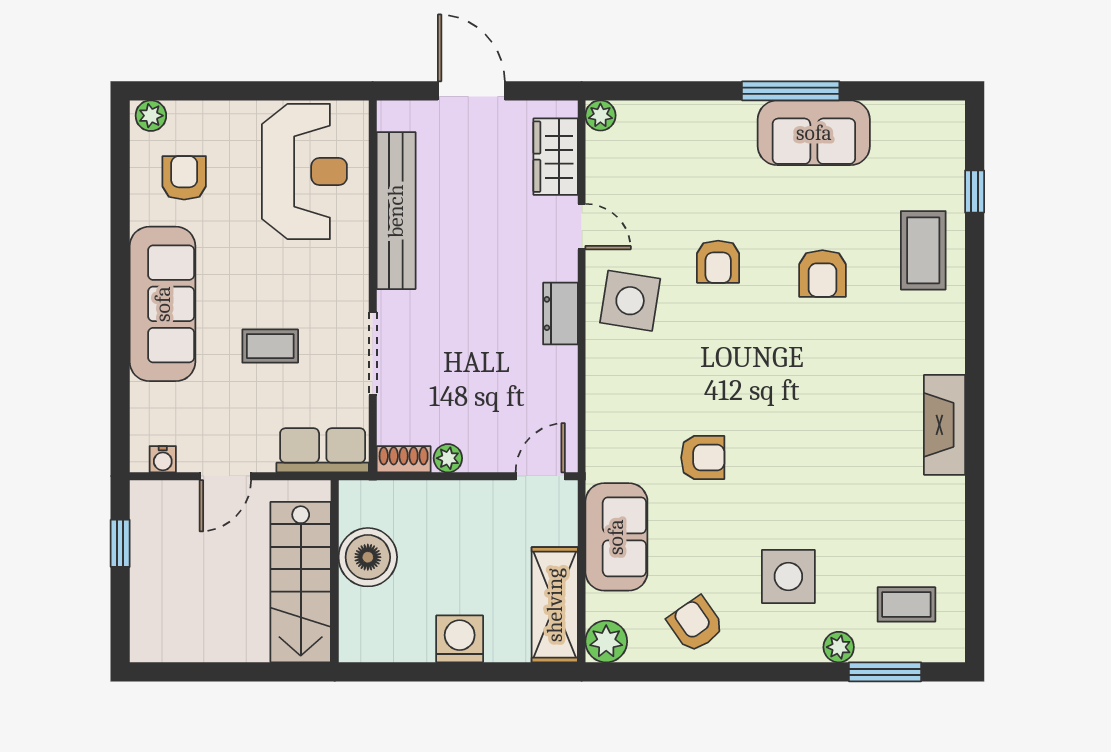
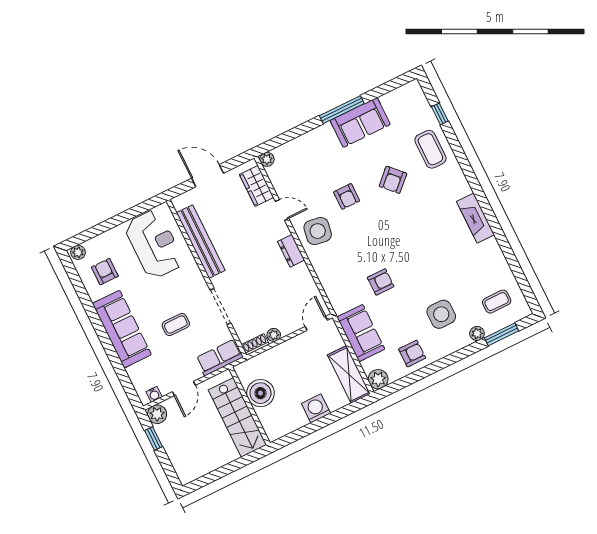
armchair: (822, 274) -> (393, 180), turned 46
plant: (150, 500) -> (157, 414), added
armchair: (696, 624) -> (412, 354), turned 125

